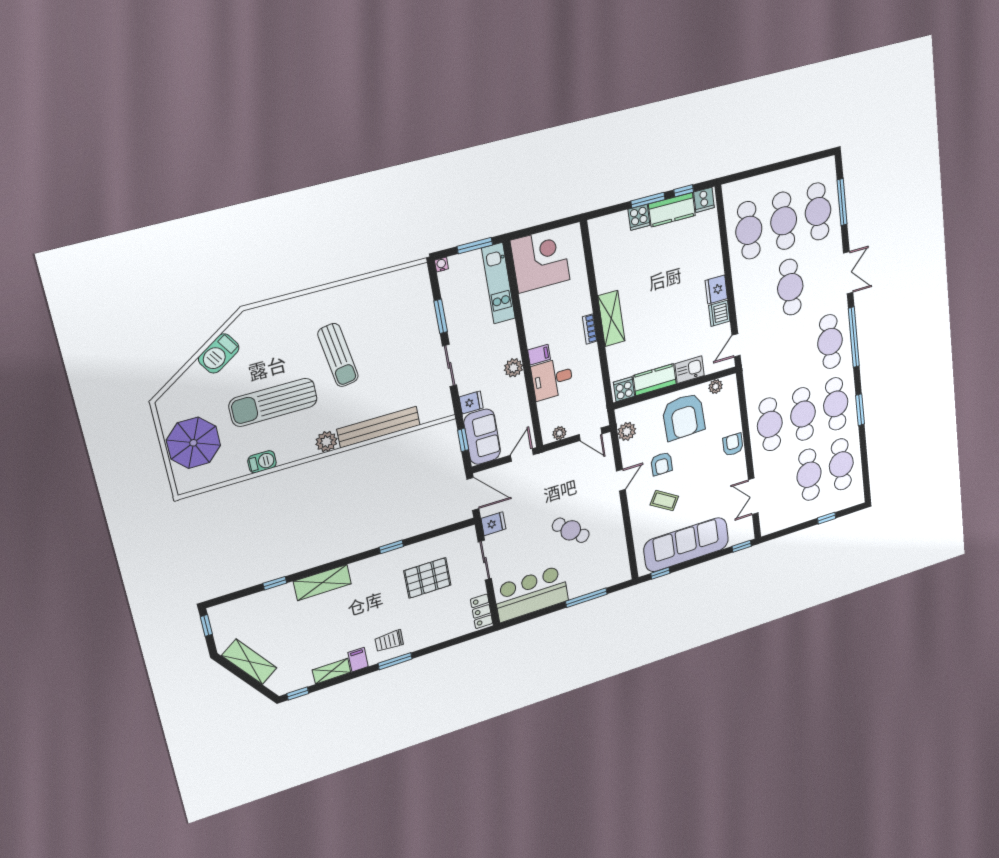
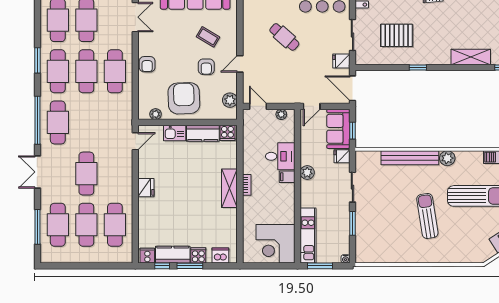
dishwasher: (719, 313) -> (220, 255), moved, turned -90
armchair: (662, 464) -> (206, 67), turned 180

